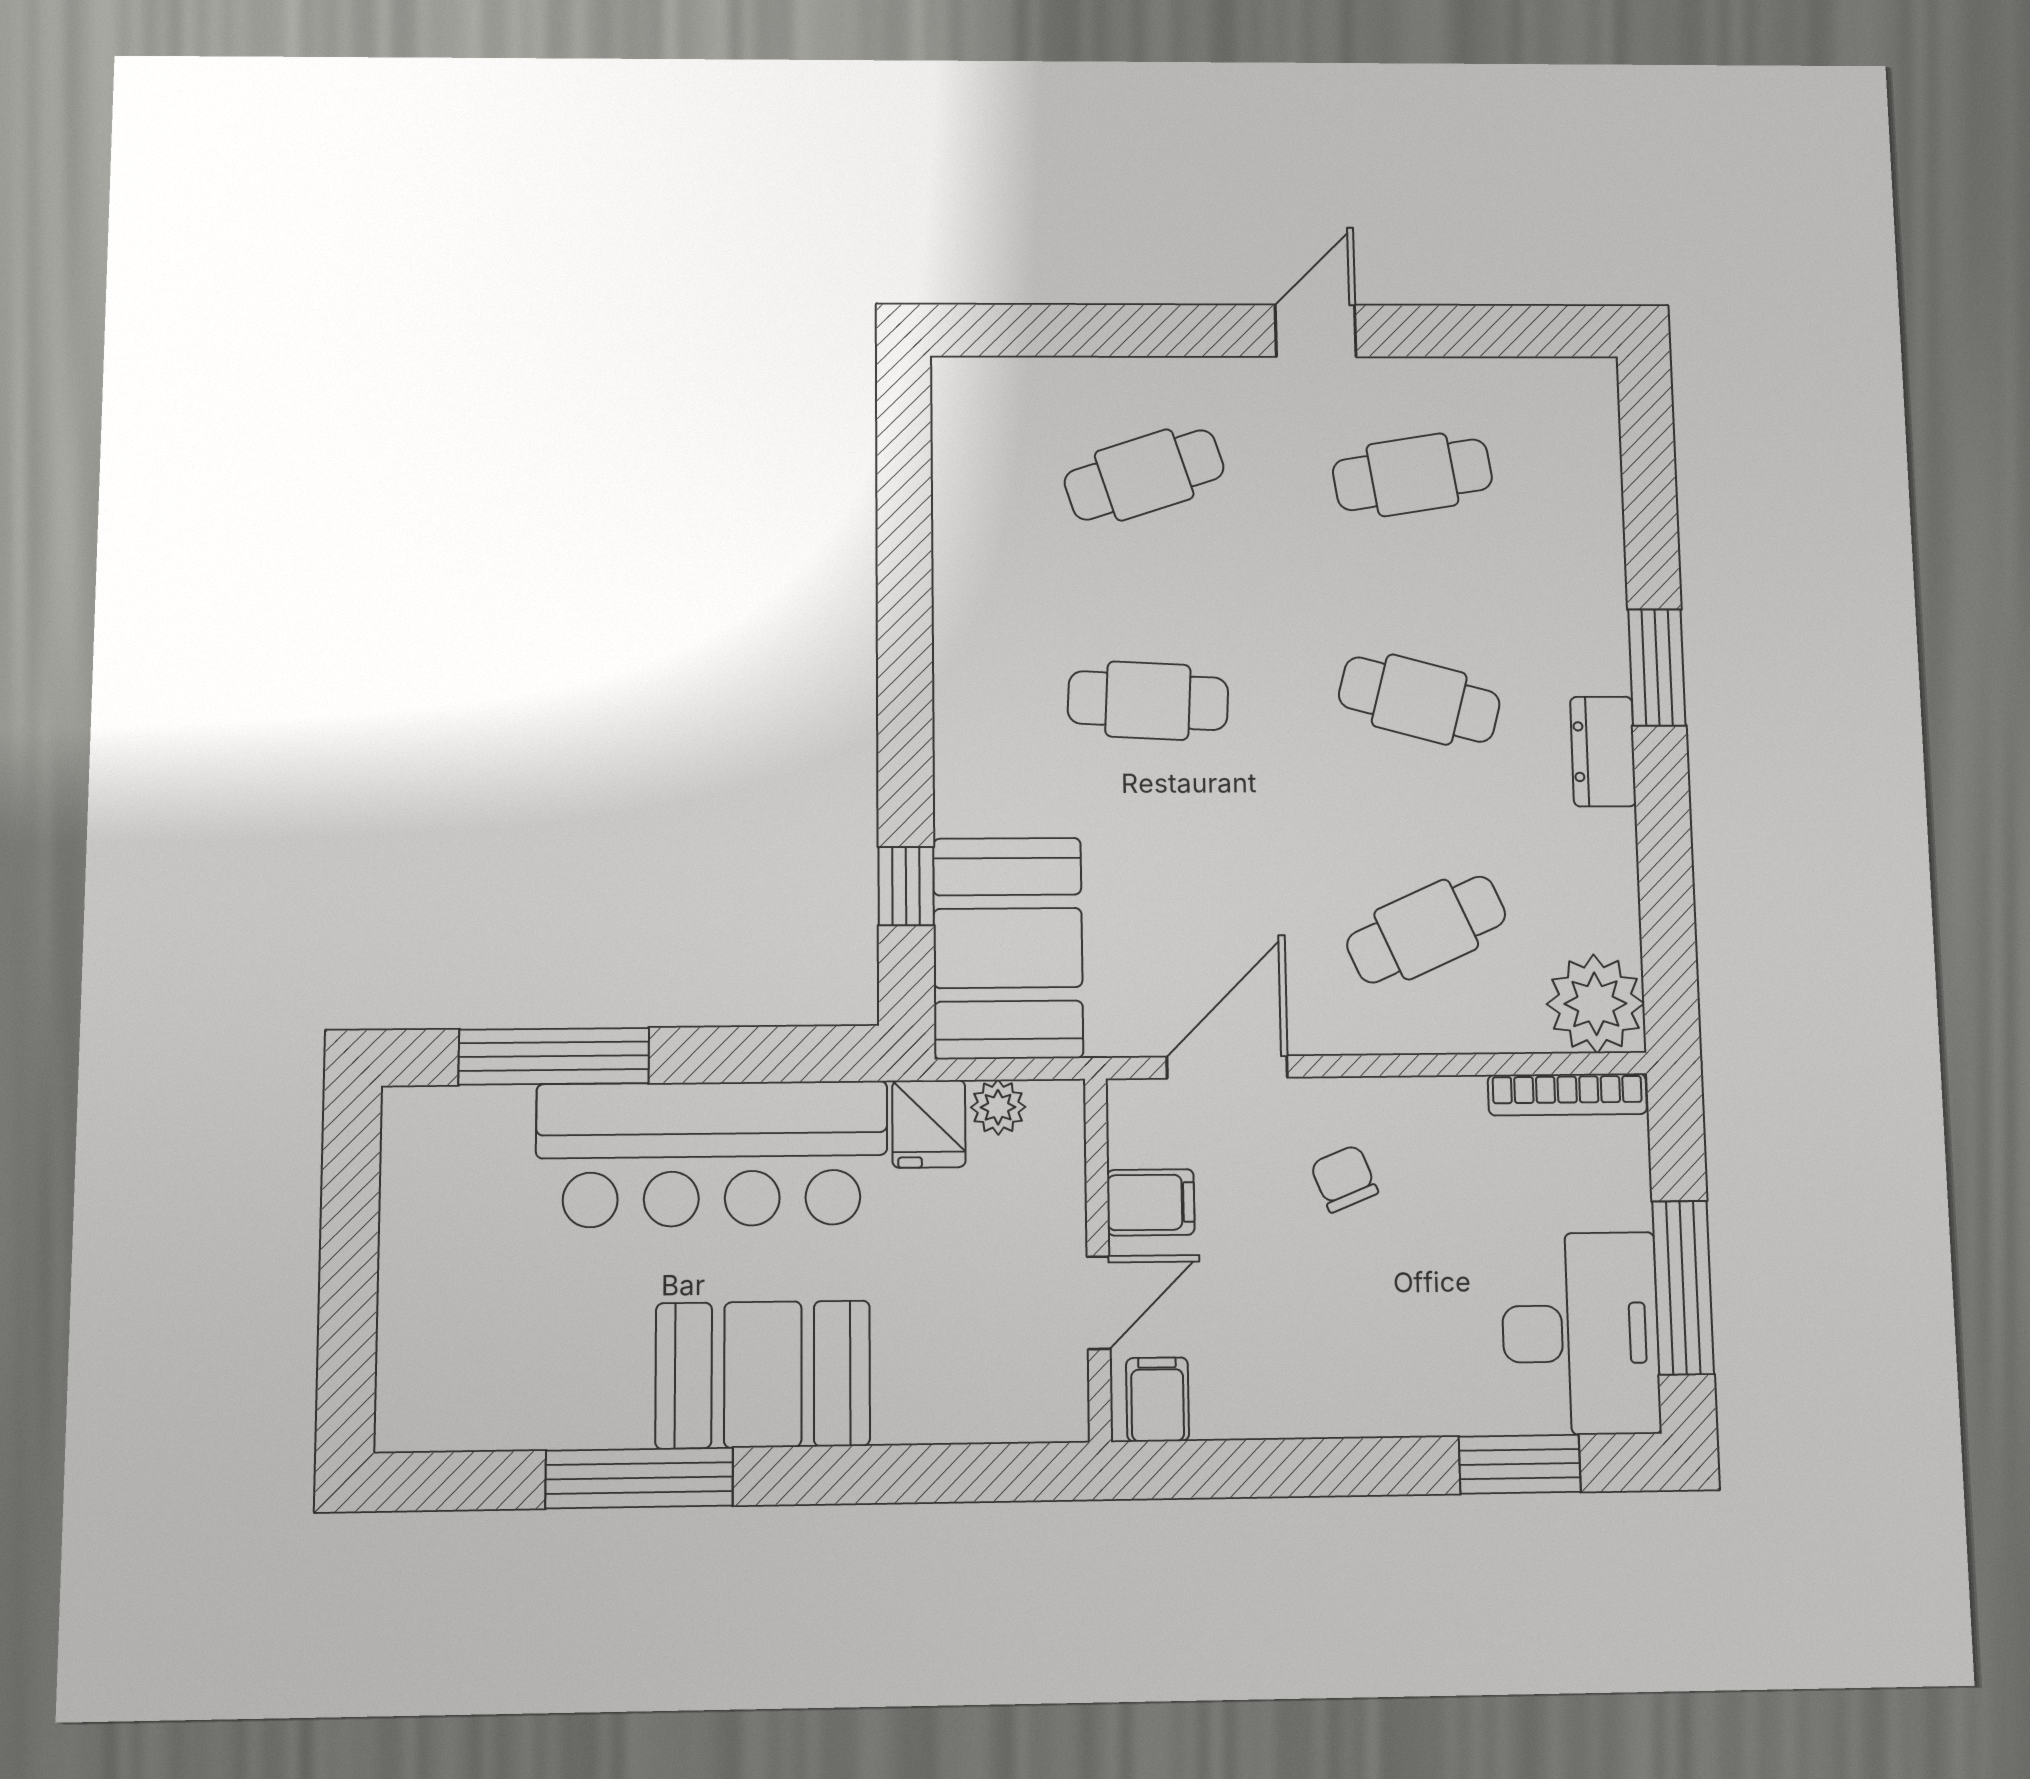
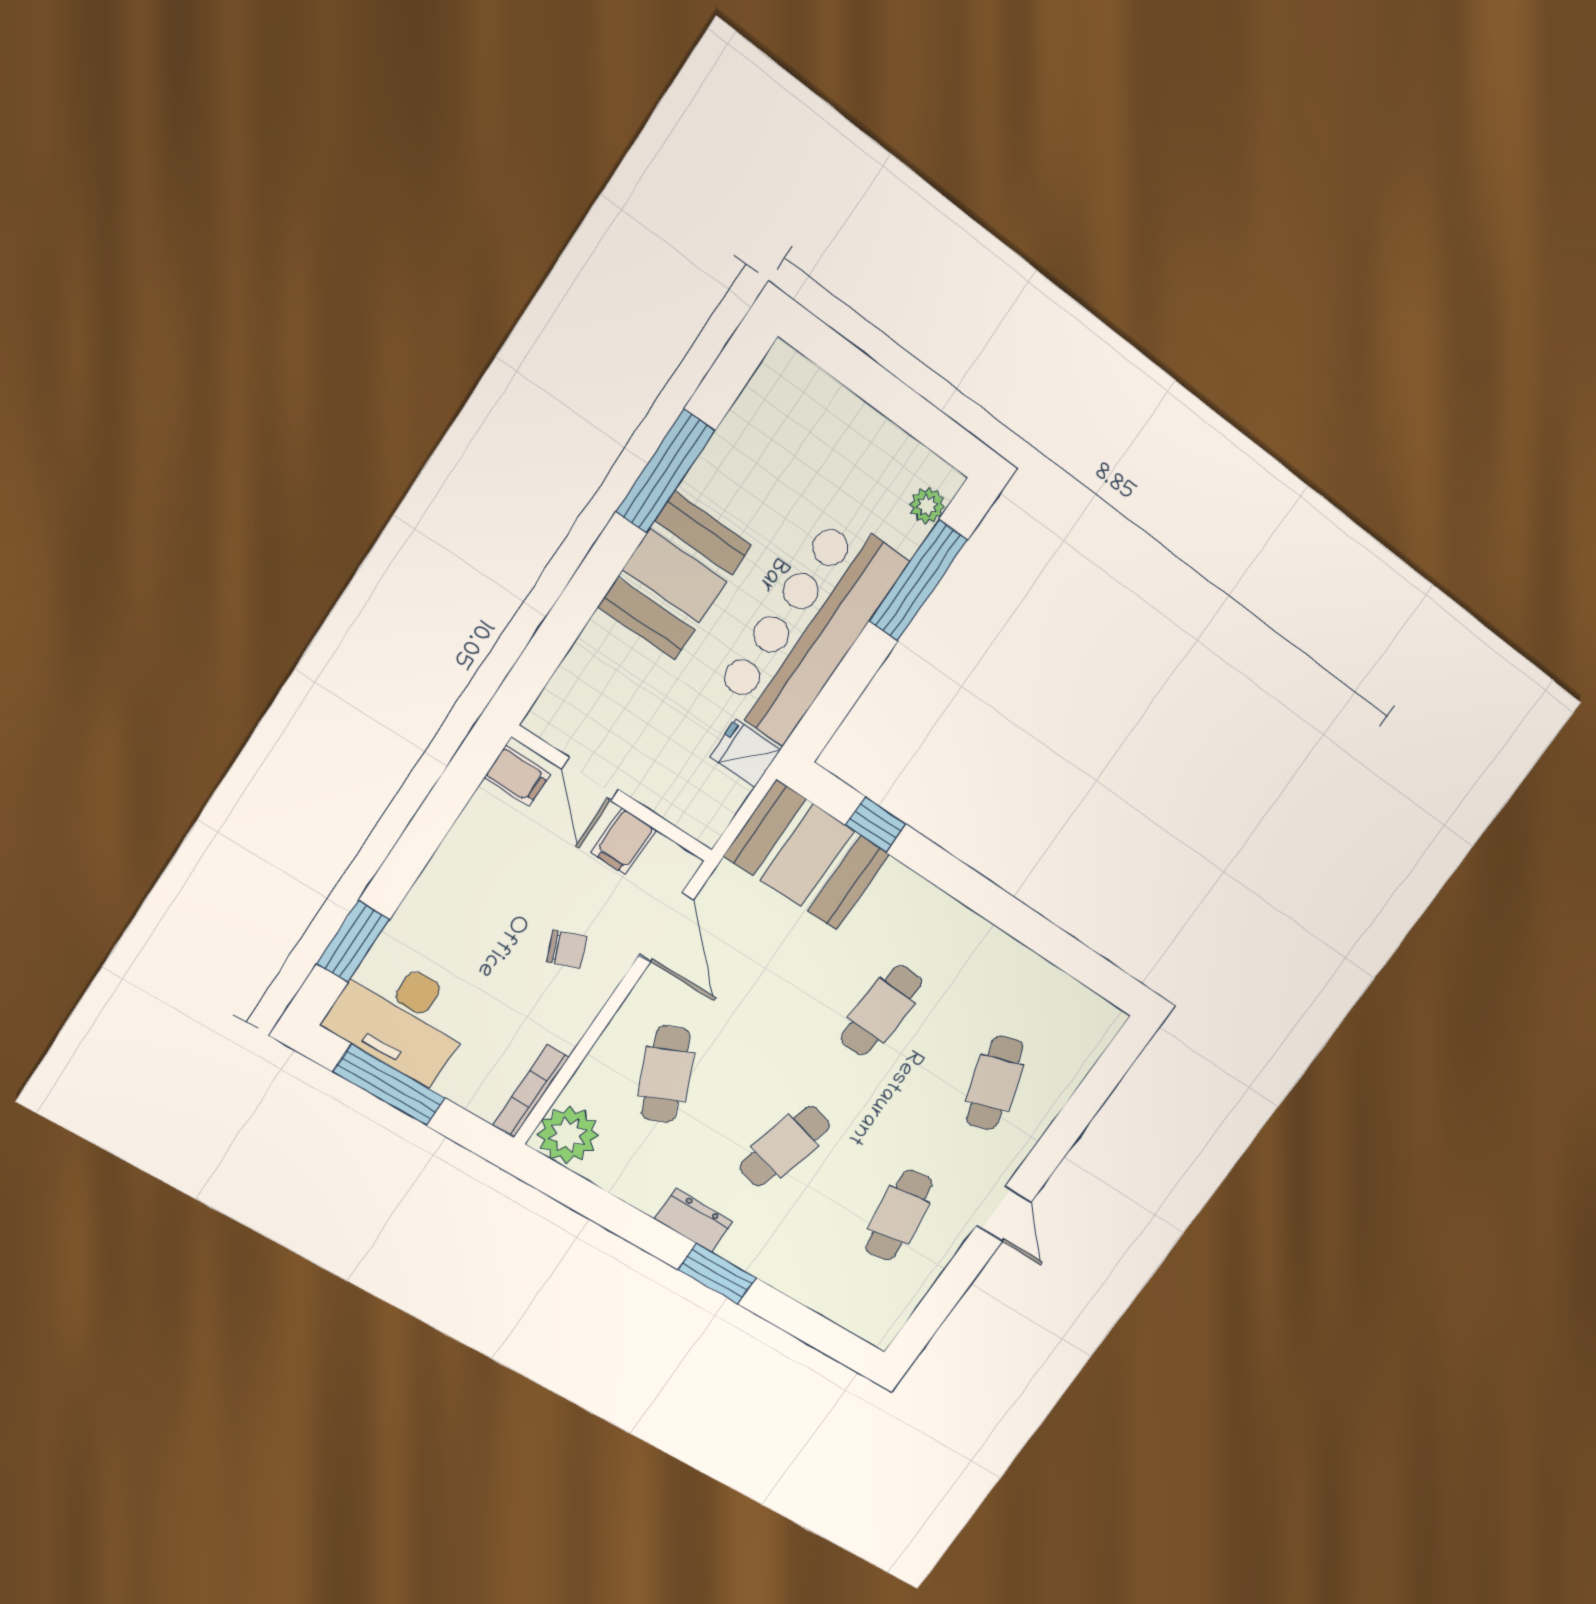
plant: (998, 1107) -> (927, 506), moved

